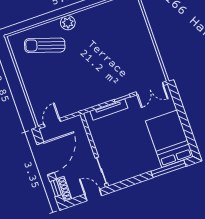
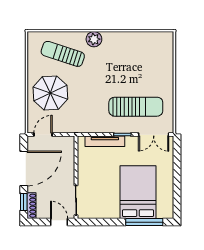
sun lounger: (126, 69) -> (136, 107), added
parasol: (46, 84) -> (50, 93), added
bed: (169, 139) -> (138, 192), moved

